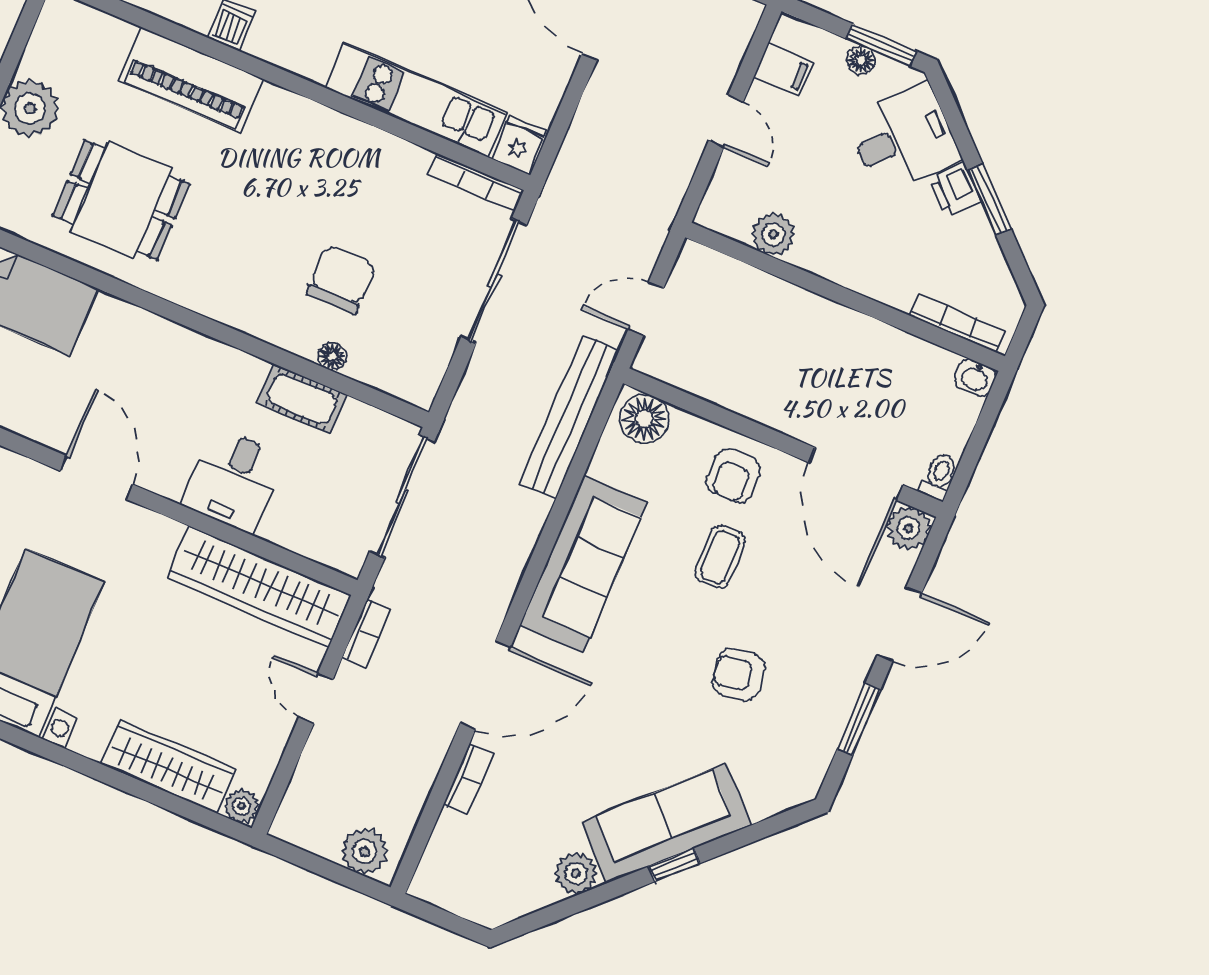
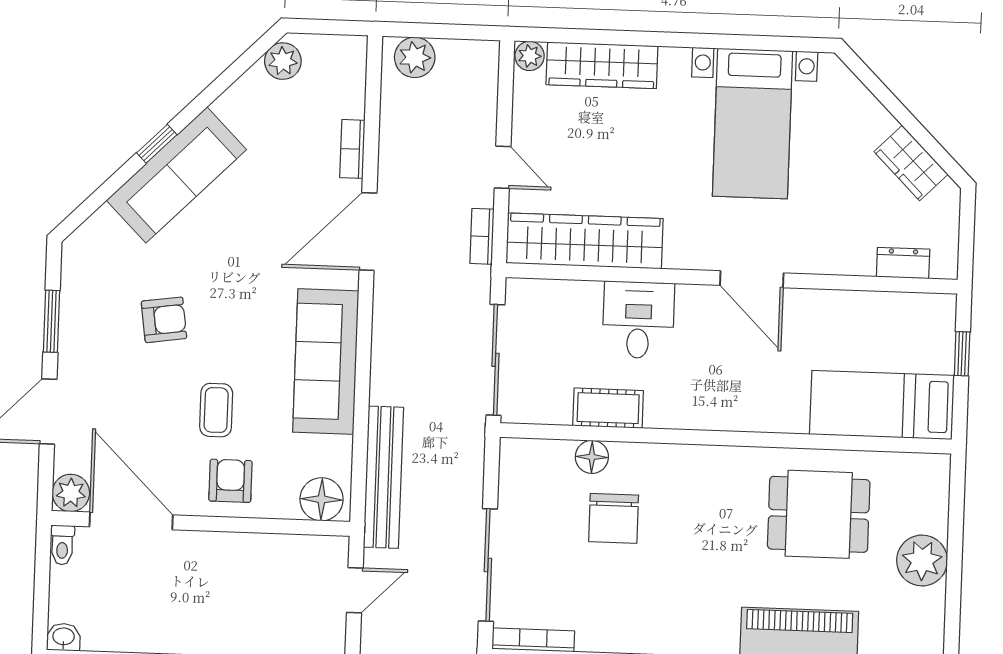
floor lamp: (332, 356) -> (592, 457), width x1.37, depth x1.37
plant: (576, 873) -> (283, 61), moved

